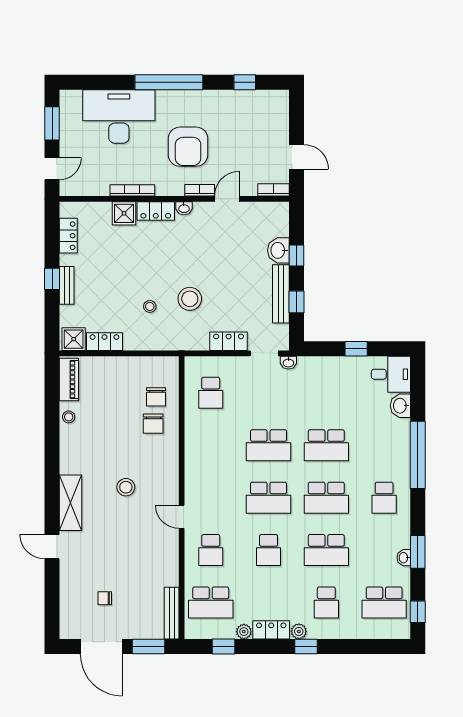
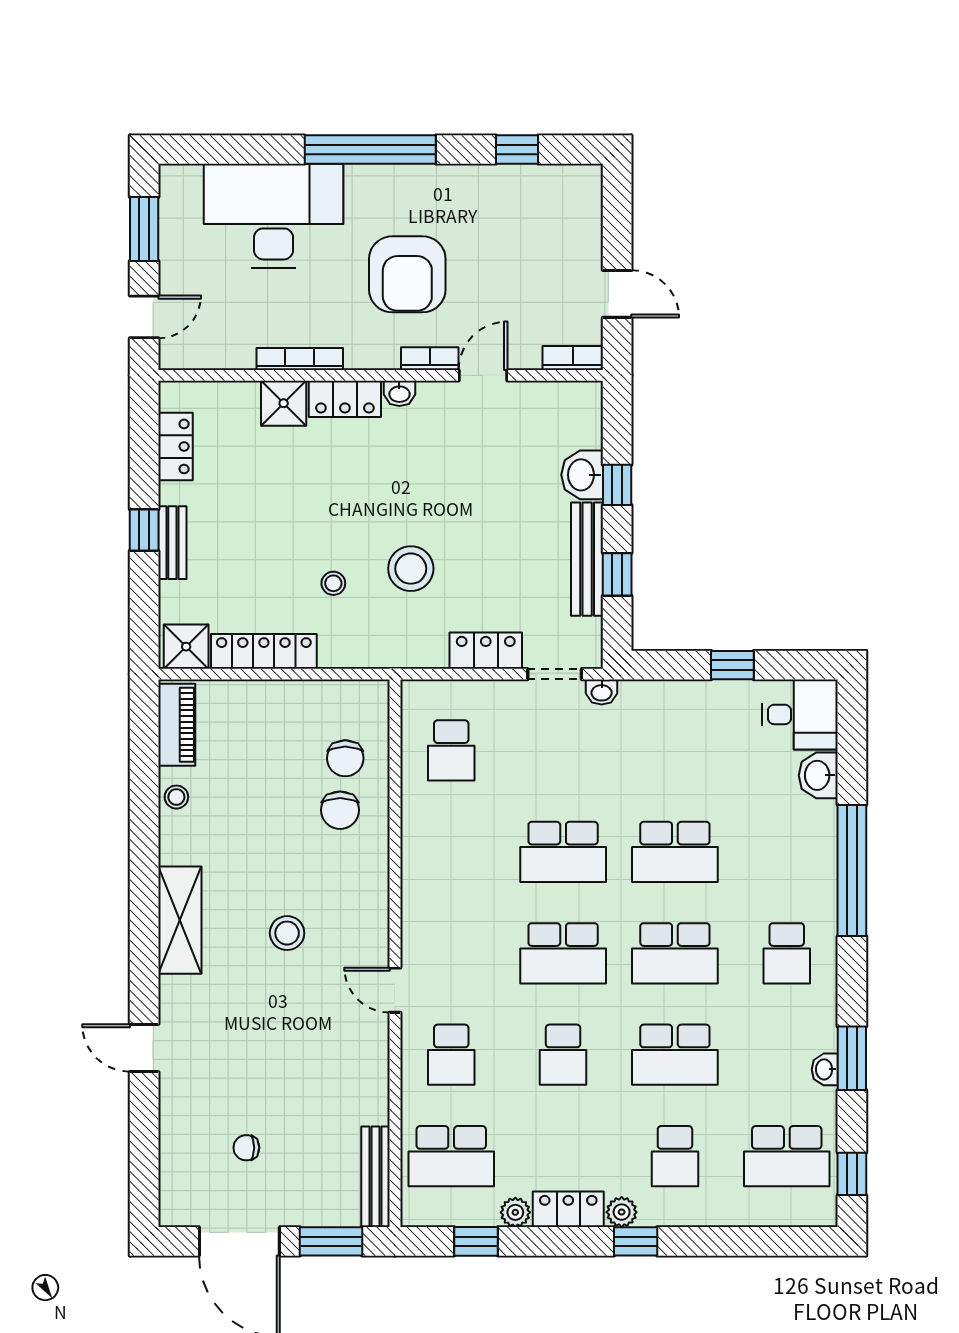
locker: (104, 342) -> (264, 651), width x1.53
shelving: (70, 503) -> (180, 920), moved

